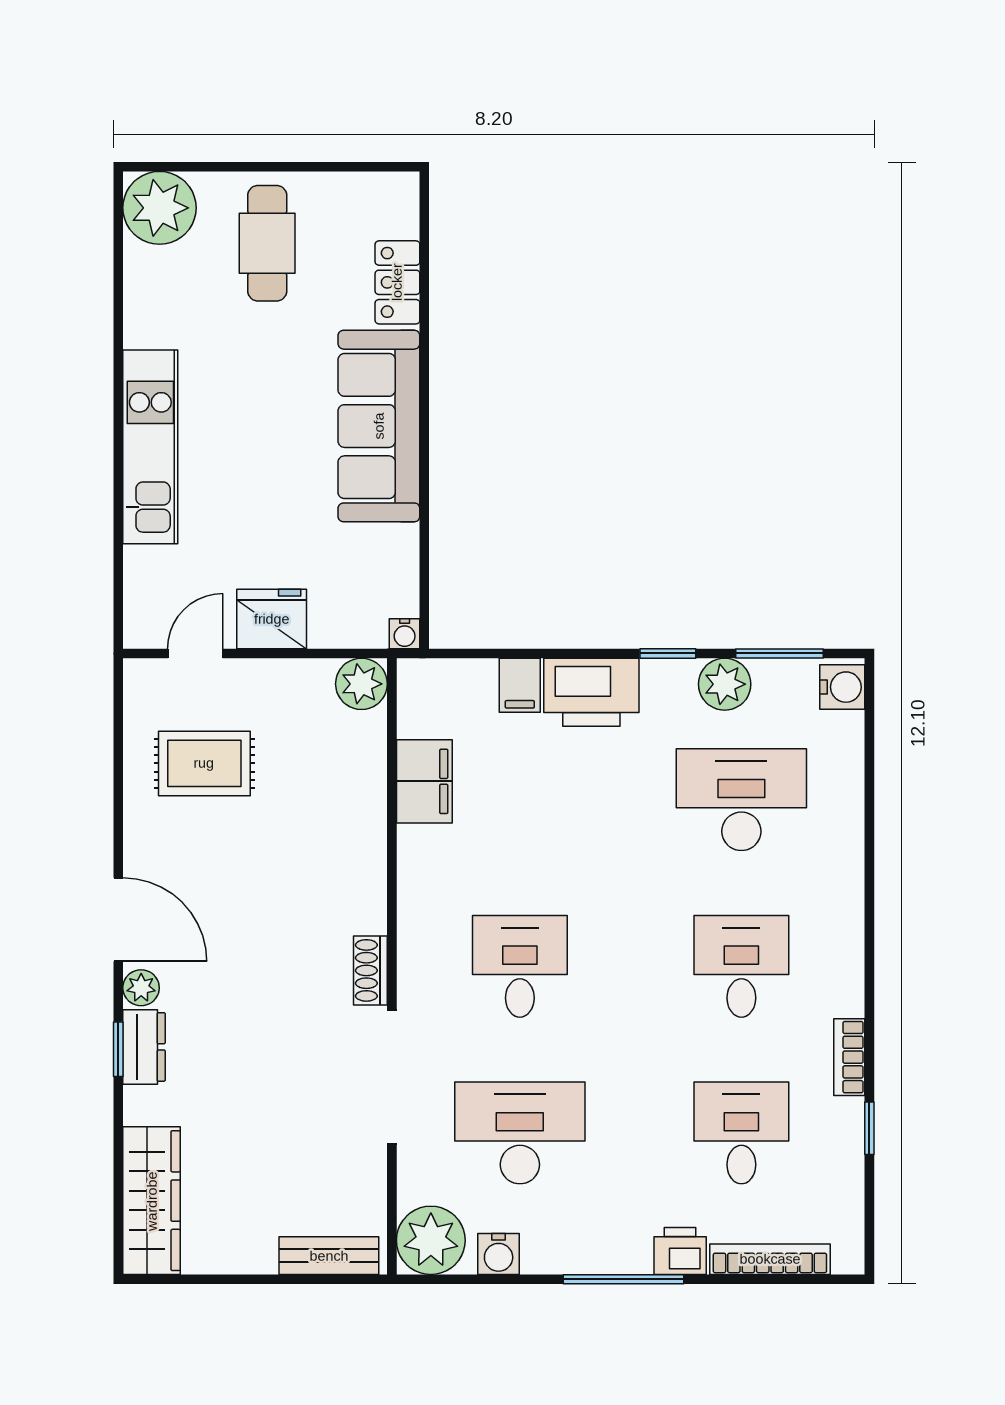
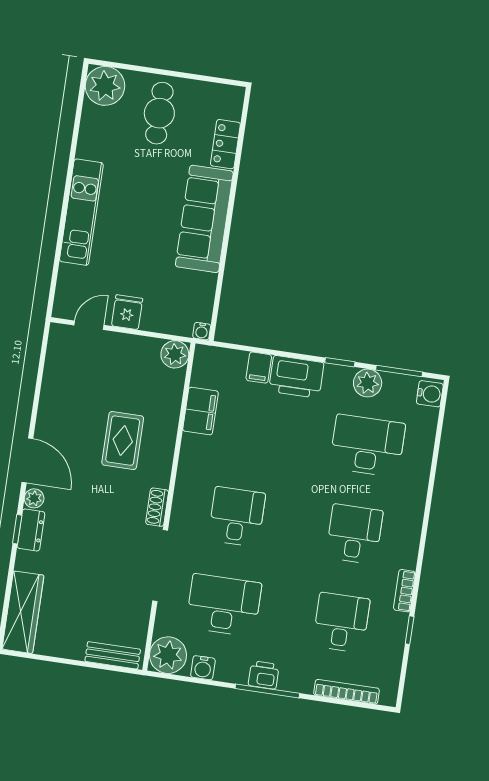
fridge: (272, 619) -> (127, 312), width x0.72
rug: (204, 763) -> (123, 441), moved, turned 90
printer: (680, 1251) -> (264, 675), moved

